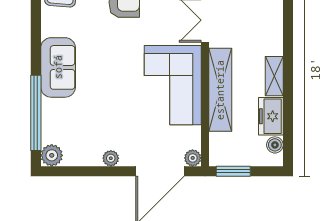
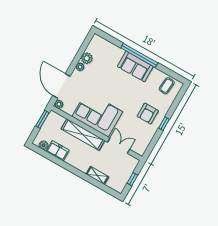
shelving: (274, 76) -> (97, 175), moved
window: (36, 113) -> (139, 55), moved
plant: (52, 155) -> (87, 58), moved

